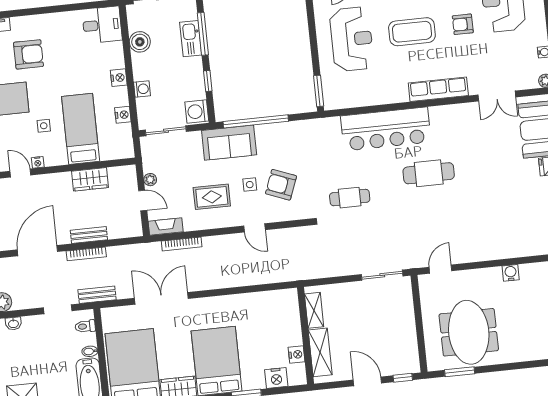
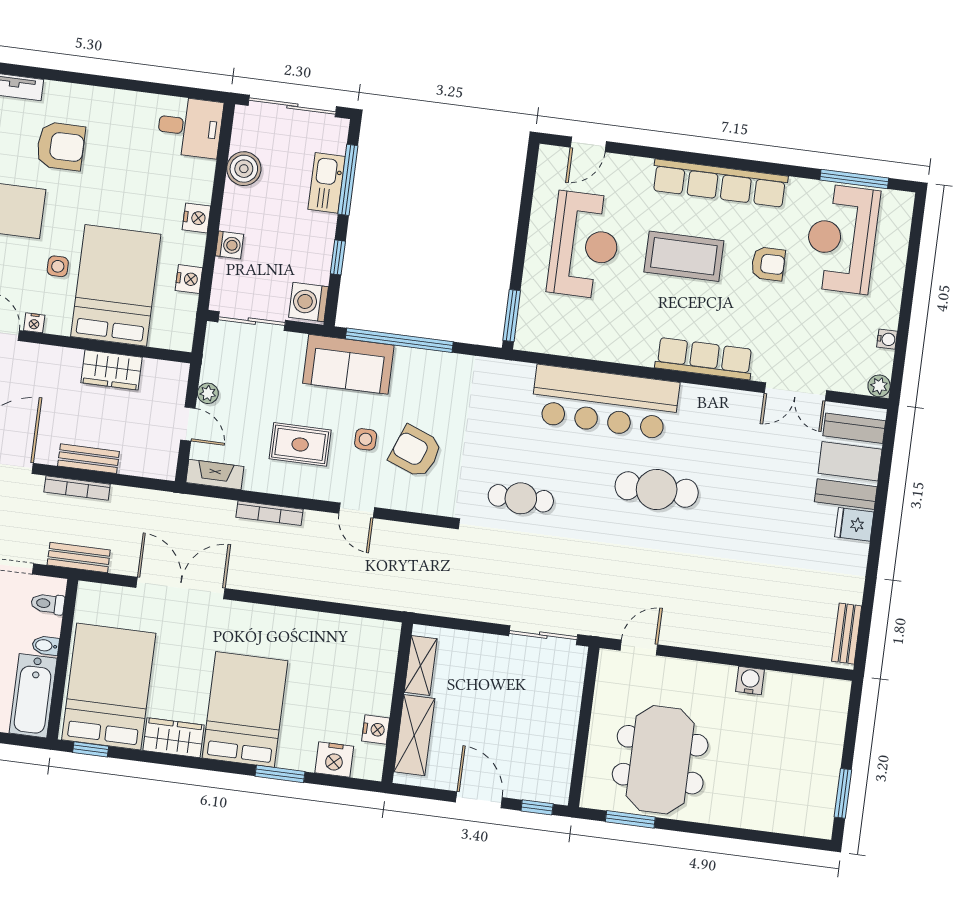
armchair: (463, 24) -> (768, 264), turned 180
bed: (81, 129) -> (116, 285), width x1.50
bookcase: (182, 244) -> (269, 513), moved

